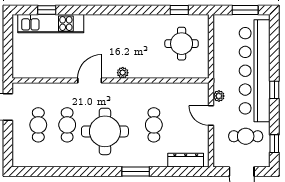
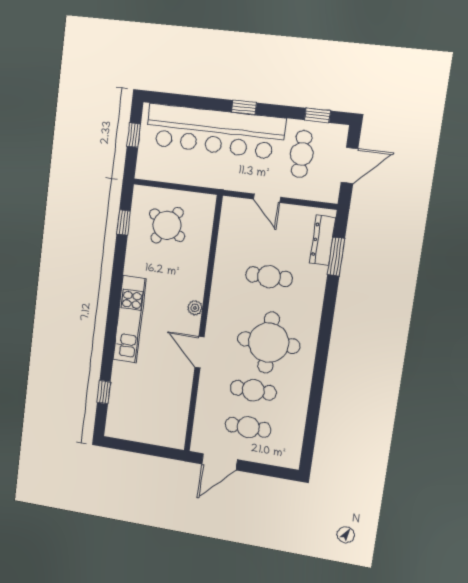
window: (245, 10) -> (134, 135), width x0.67
kitchen unit: (51, 24) -> (130, 319), moved
round table: (182, 44) -> (167, 225), turned 34
plant: (219, 96) -> (242, 184), removed
door: (211, 115) -> (267, 198), hinge flipped
window: (136, 171) -> (336, 257), moved

